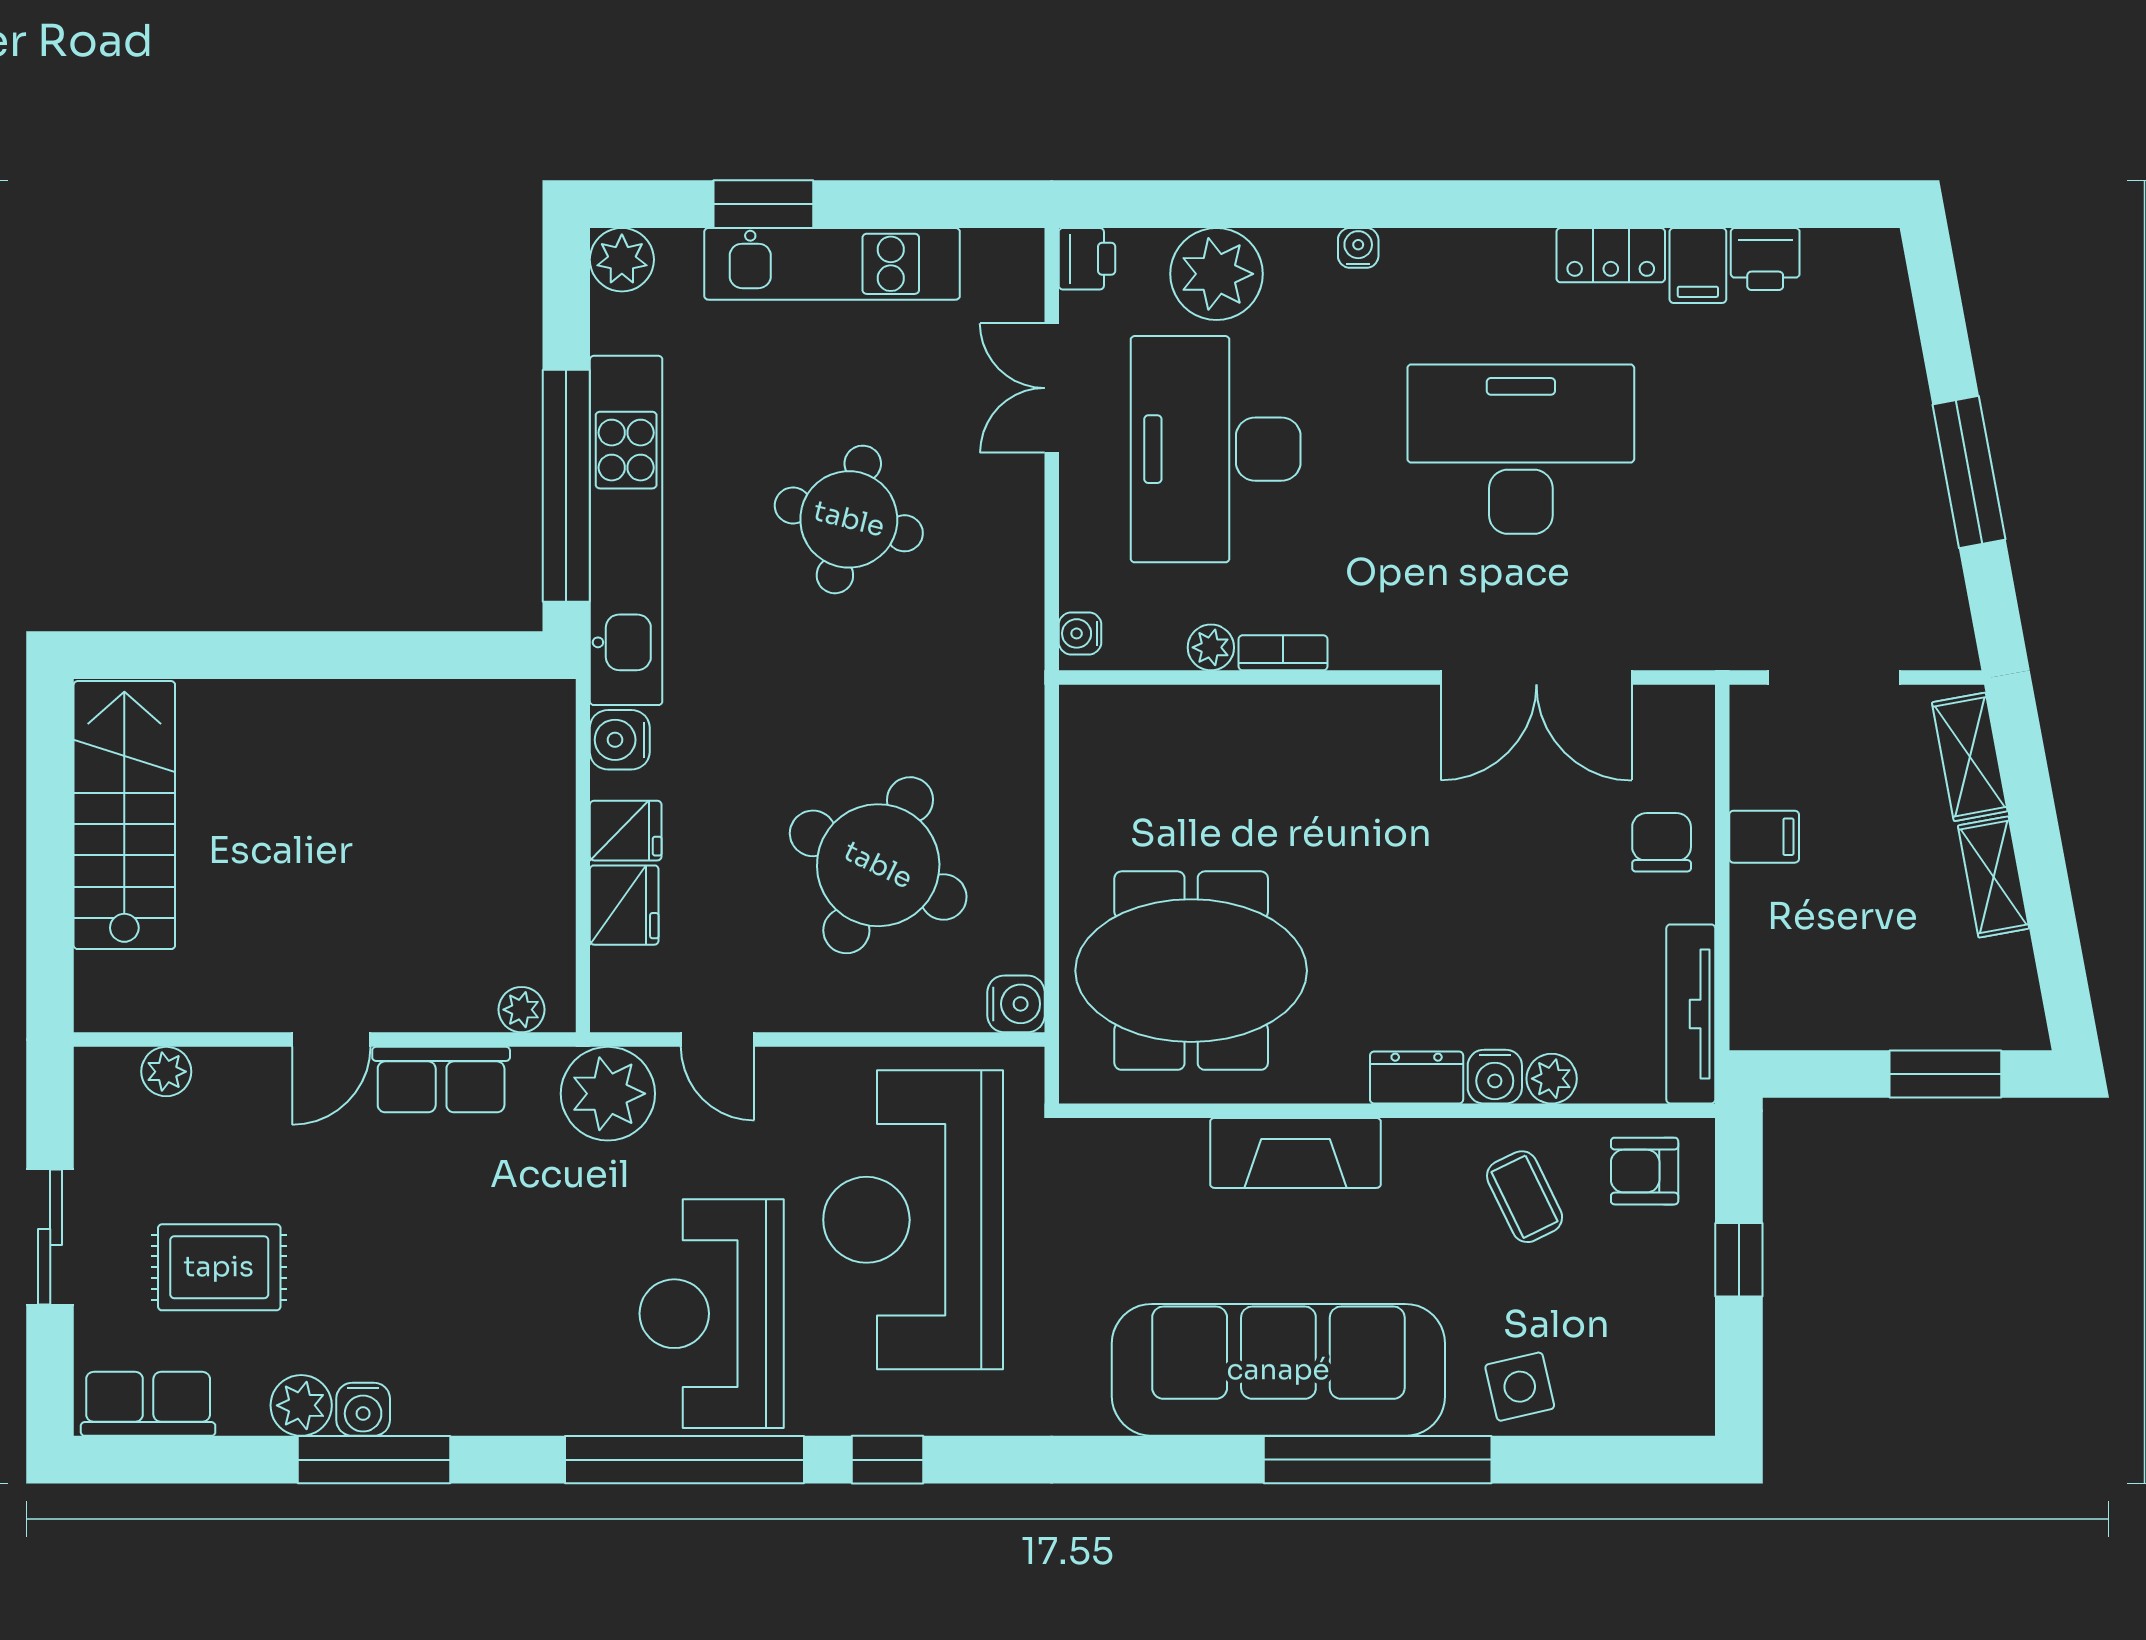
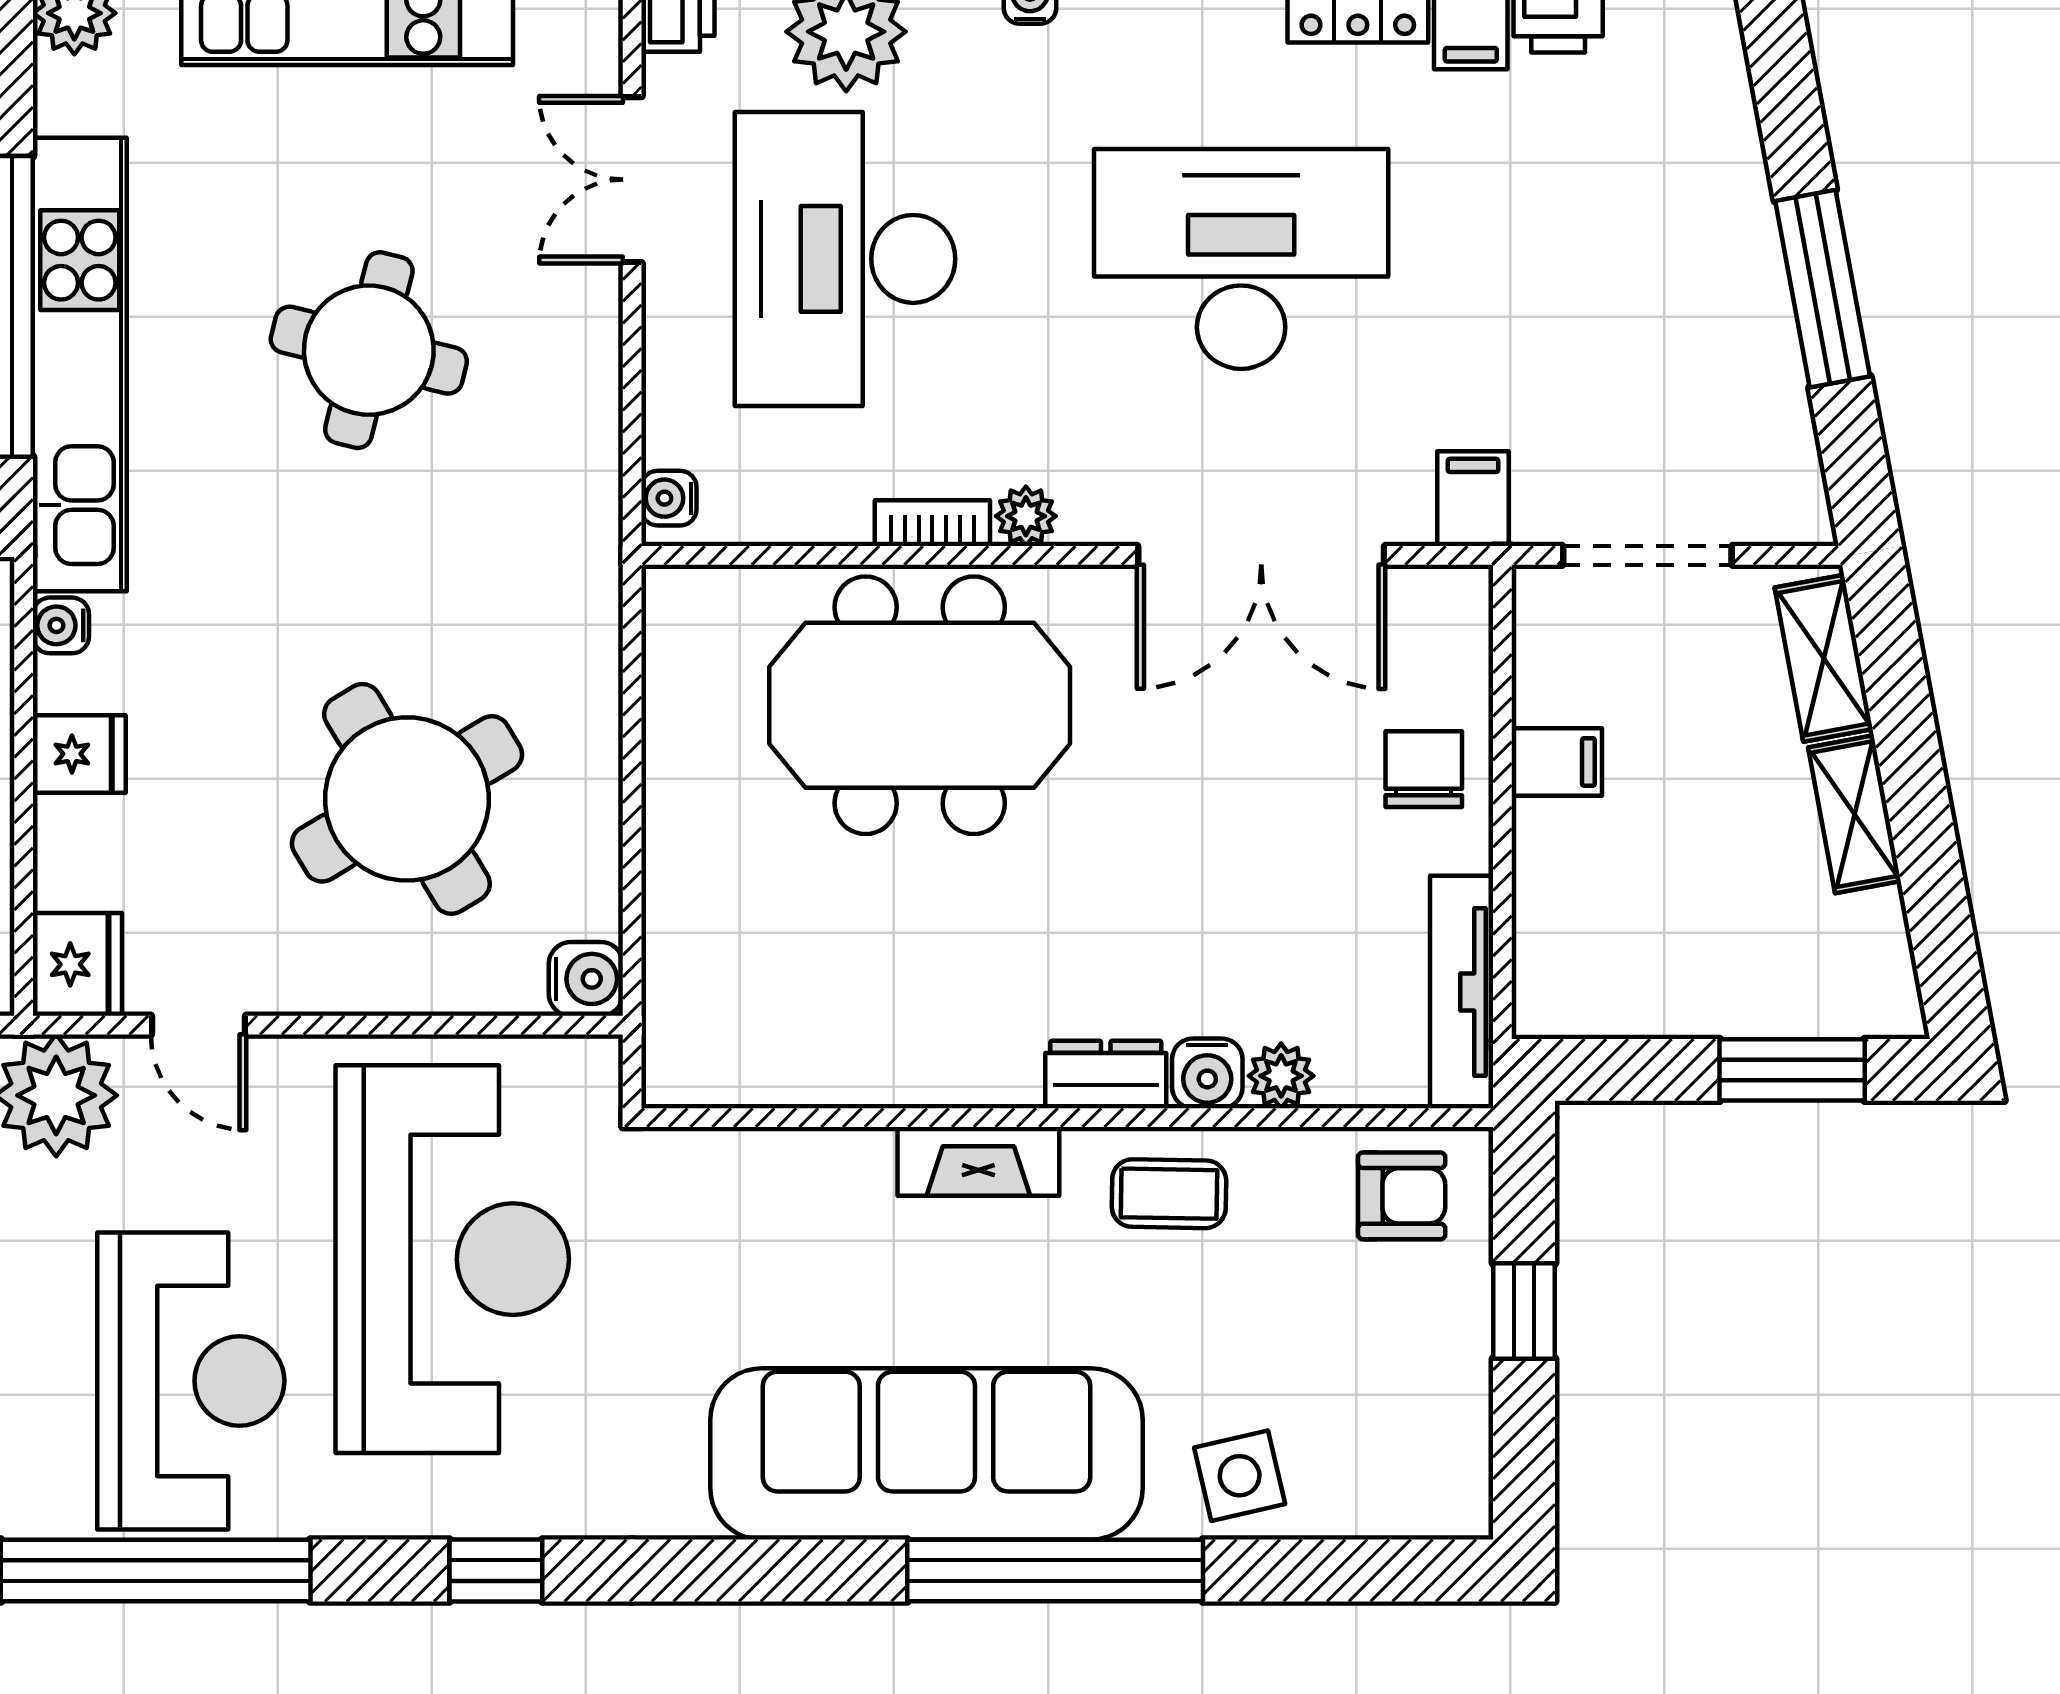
filing cabinet: (1700, 634) -> (1473, 499), added
plant: (1211, 647) -> (1026, 516), moved
water cooler: (620, 740) -> (61, 625), width x0.72, depth x0.72
round table: (878, 865) -> (407, 799), turned 33
fridge: (624, 905) -> (77, 964), moved
meeting table: (1191, 971) -> (920, 705), moved
fireplace: (1295, 1153) -> (978, 1161), width x0.73, depth x0.76
armchair: (1645, 1171) -> (1402, 1196), turned 180
coffee table: (1525, 1197) -> (1169, 1194), moved, turned -63
reception desk: (913, 1220) -> (452, 1259), turned 180
reception desk: (712, 1314) -> (191, 1381), turned 180
window: (887, 1460) -> (496, 1571), moved

